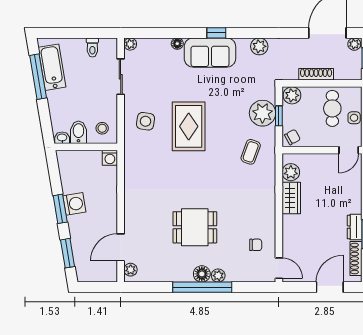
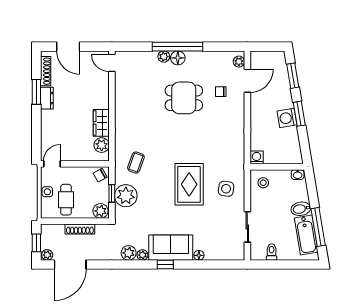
plant: (130, 44) -> (142, 255), moved
bidet: (78, 132) -> (301, 209), moved, turned 81
chair: (256, 245) -> (221, 92), moved
door: (330, 287) -> (68, 47), hinge flipped

